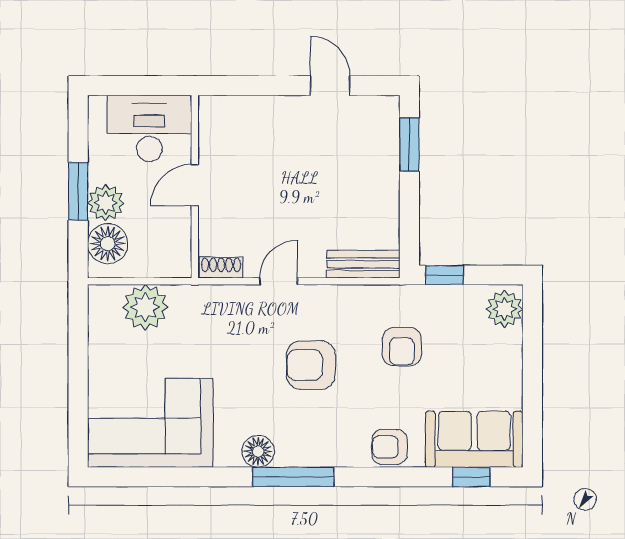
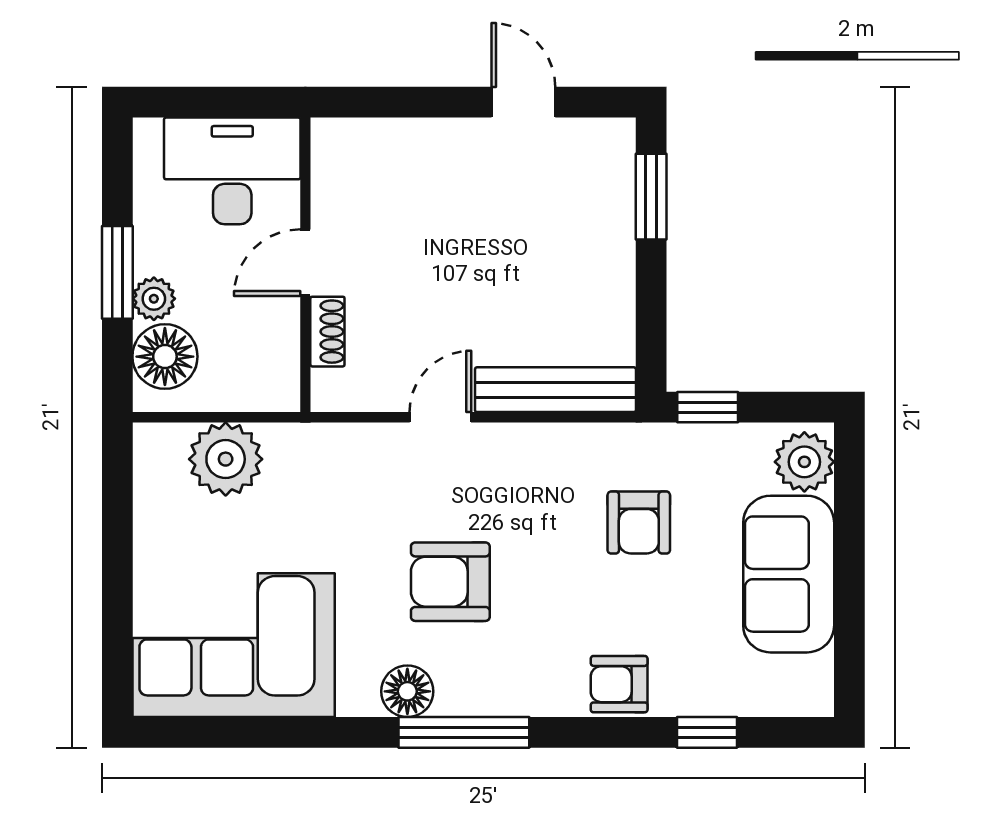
plant: (106, 203) -> (154, 299), width x0.73, depth x0.73
bench: (363, 264) -> (555, 390), width x1.36
shoe rack: (221, 268) -> (327, 332), moved, turned 90
armchair: (311, 365) -> (450, 582), moved
sofa: (474, 439) -> (789, 574), moved, turned -90
window: (471, 477) -> (707, 732), moved

